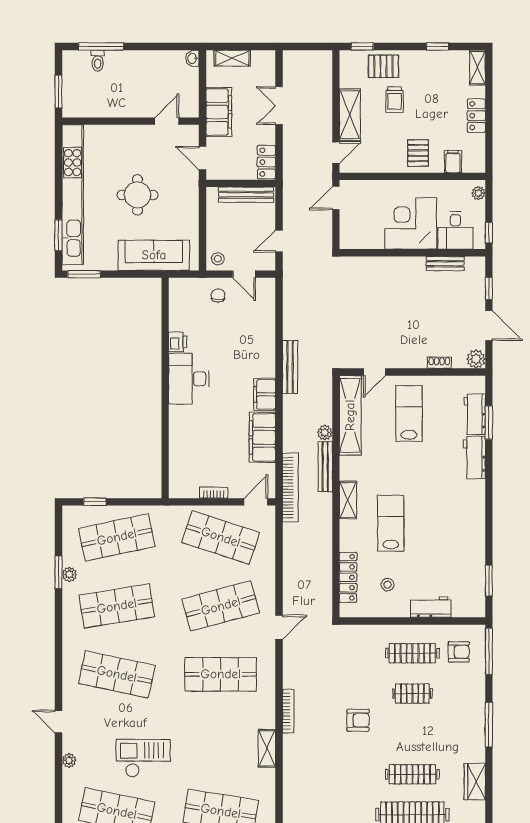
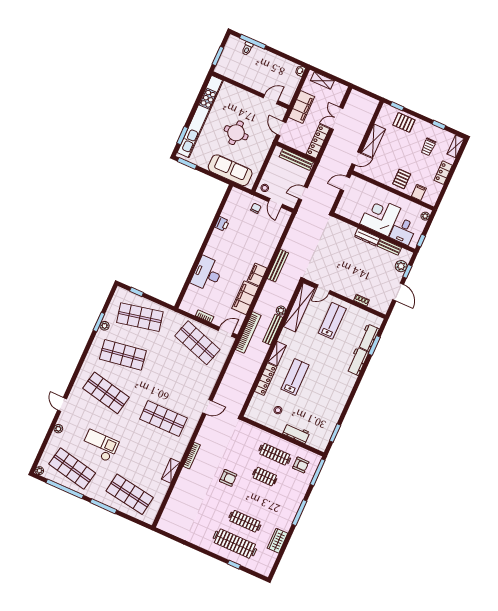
trolley: (395, 100) -> (428, 147), moved
locker: (266, 162) -> (318, 141), width x1.53
dresser: (405, 264) -> (367, 237), added
plant: (476, 359) -> (401, 266), moved
desk: (189, 379) -> (207, 274), moved
locker: (348, 577) -> (266, 379), moved
shop shelf: (221, 606) -> (180, 381), removed

